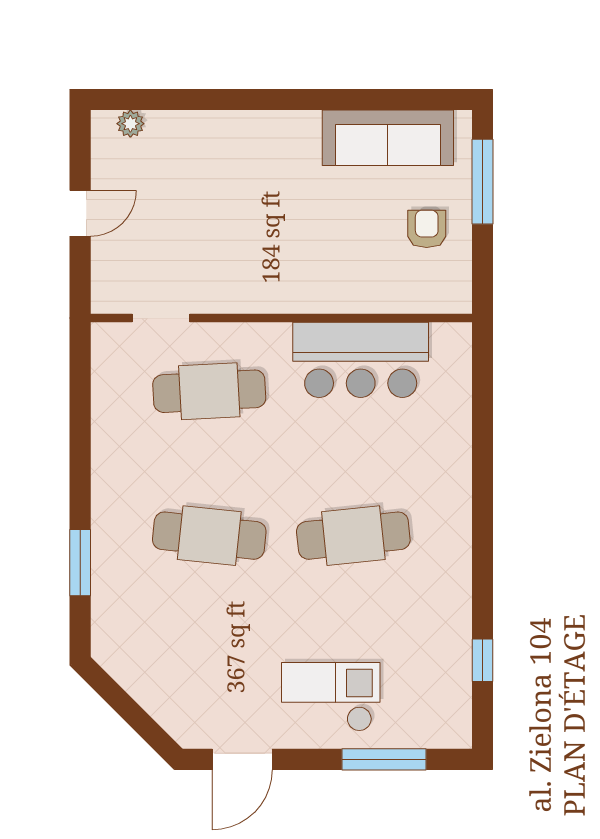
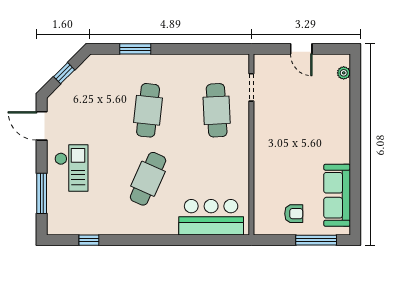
bar counter: (361, 360) -> (211, 217), moved, turned 90
cafe table: (353, 536) -> (148, 179), turned 30
window: (131, 712) -> (64, 73), added

